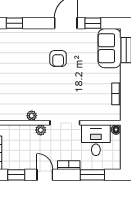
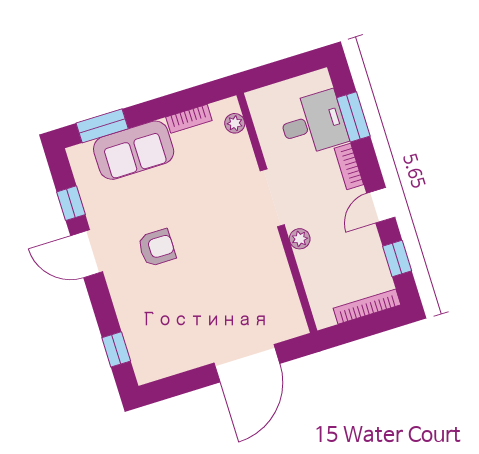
sofa: (109, 48) -> (134, 150), moved
plant: (32, 116) -> (235, 123), moved
floor lamp: (116, 130) -> (255, 99), removed
desk: (96, 140) -> (313, 123), moved, turned 180

